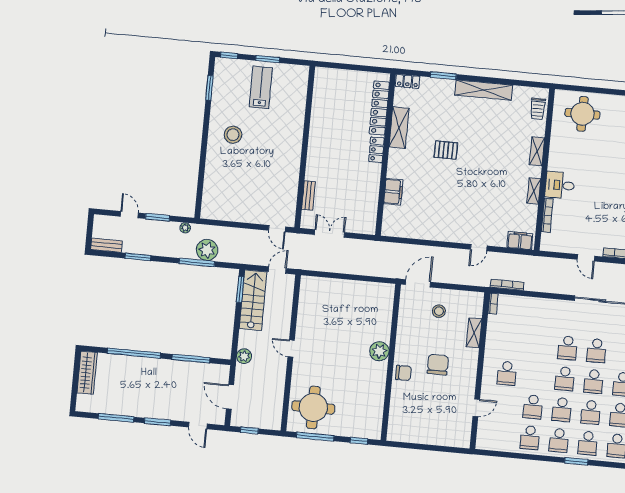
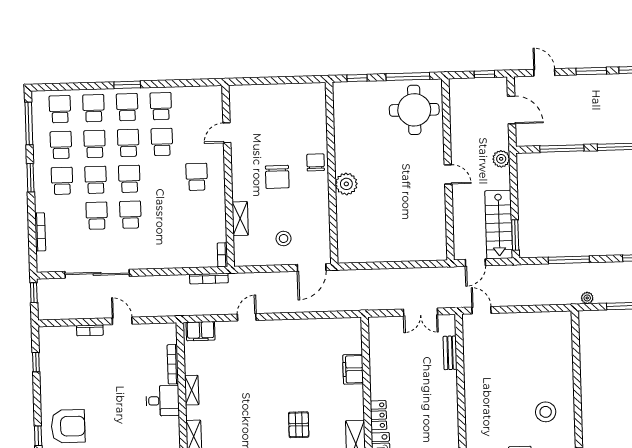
pallet: (446, 150) -> (299, 425), turned 90
plant: (207, 250) -> (559, 276), removed
chair: (403, 373) -> (316, 162), turned 90
window: (576, 461) -> (127, 85), moved

